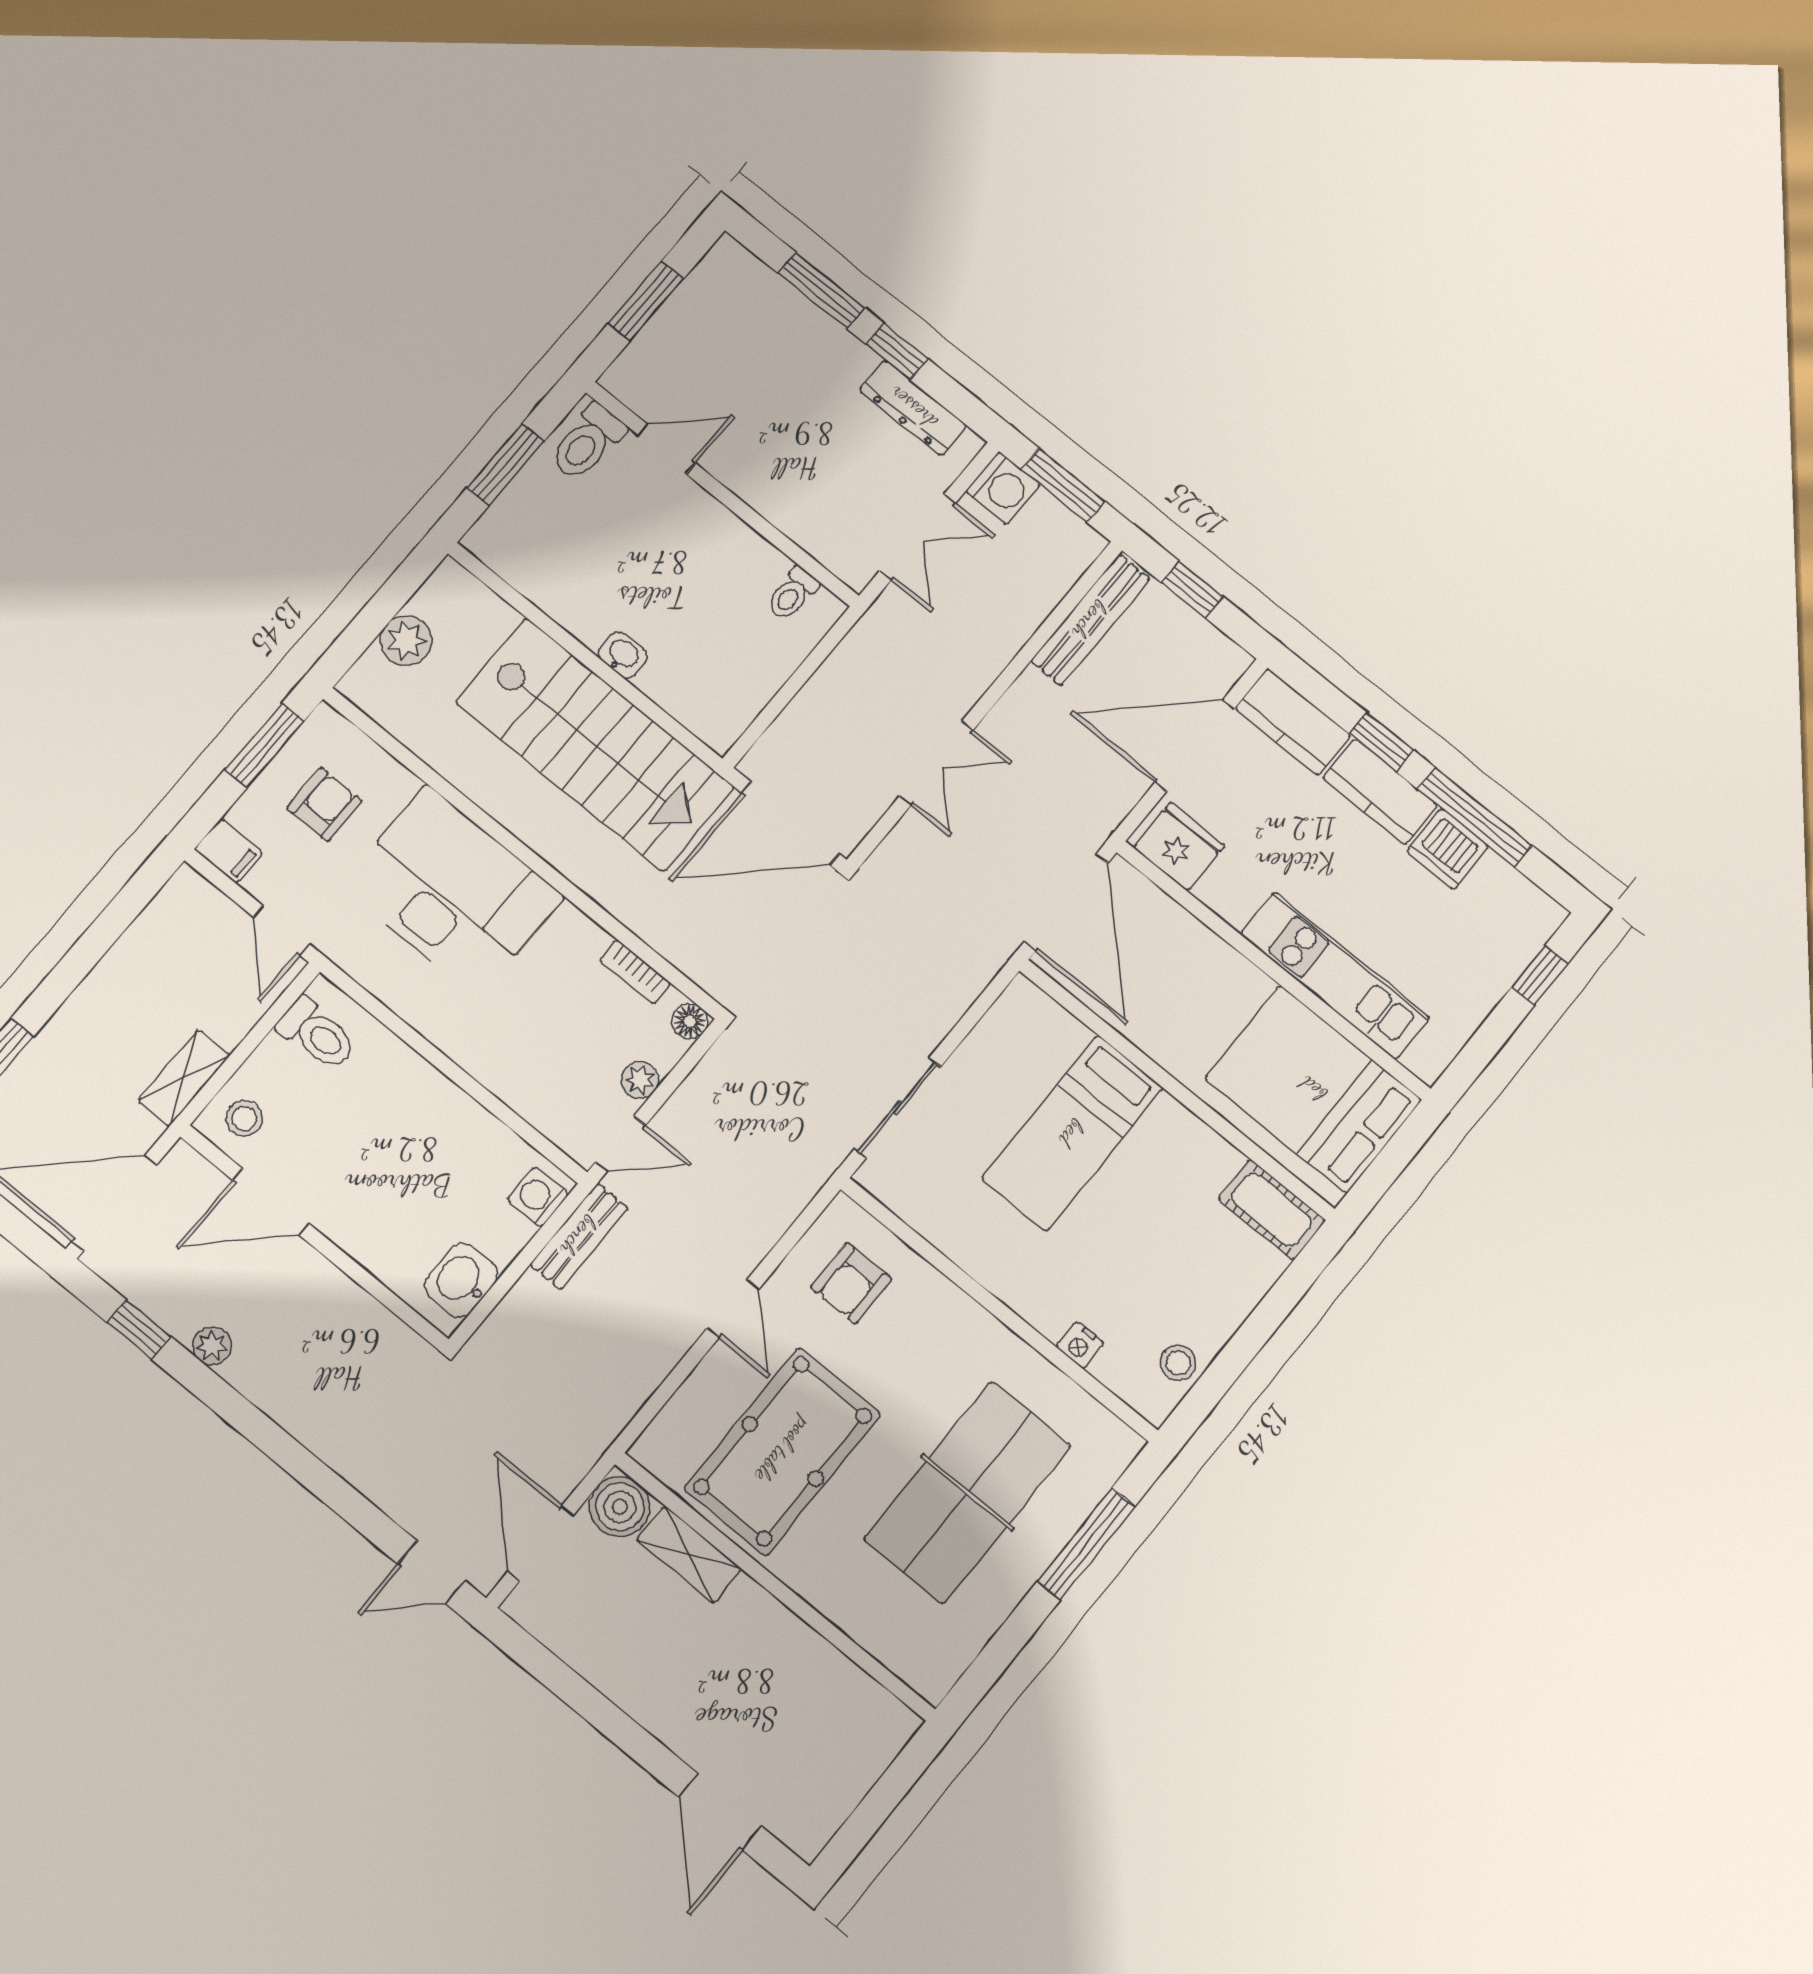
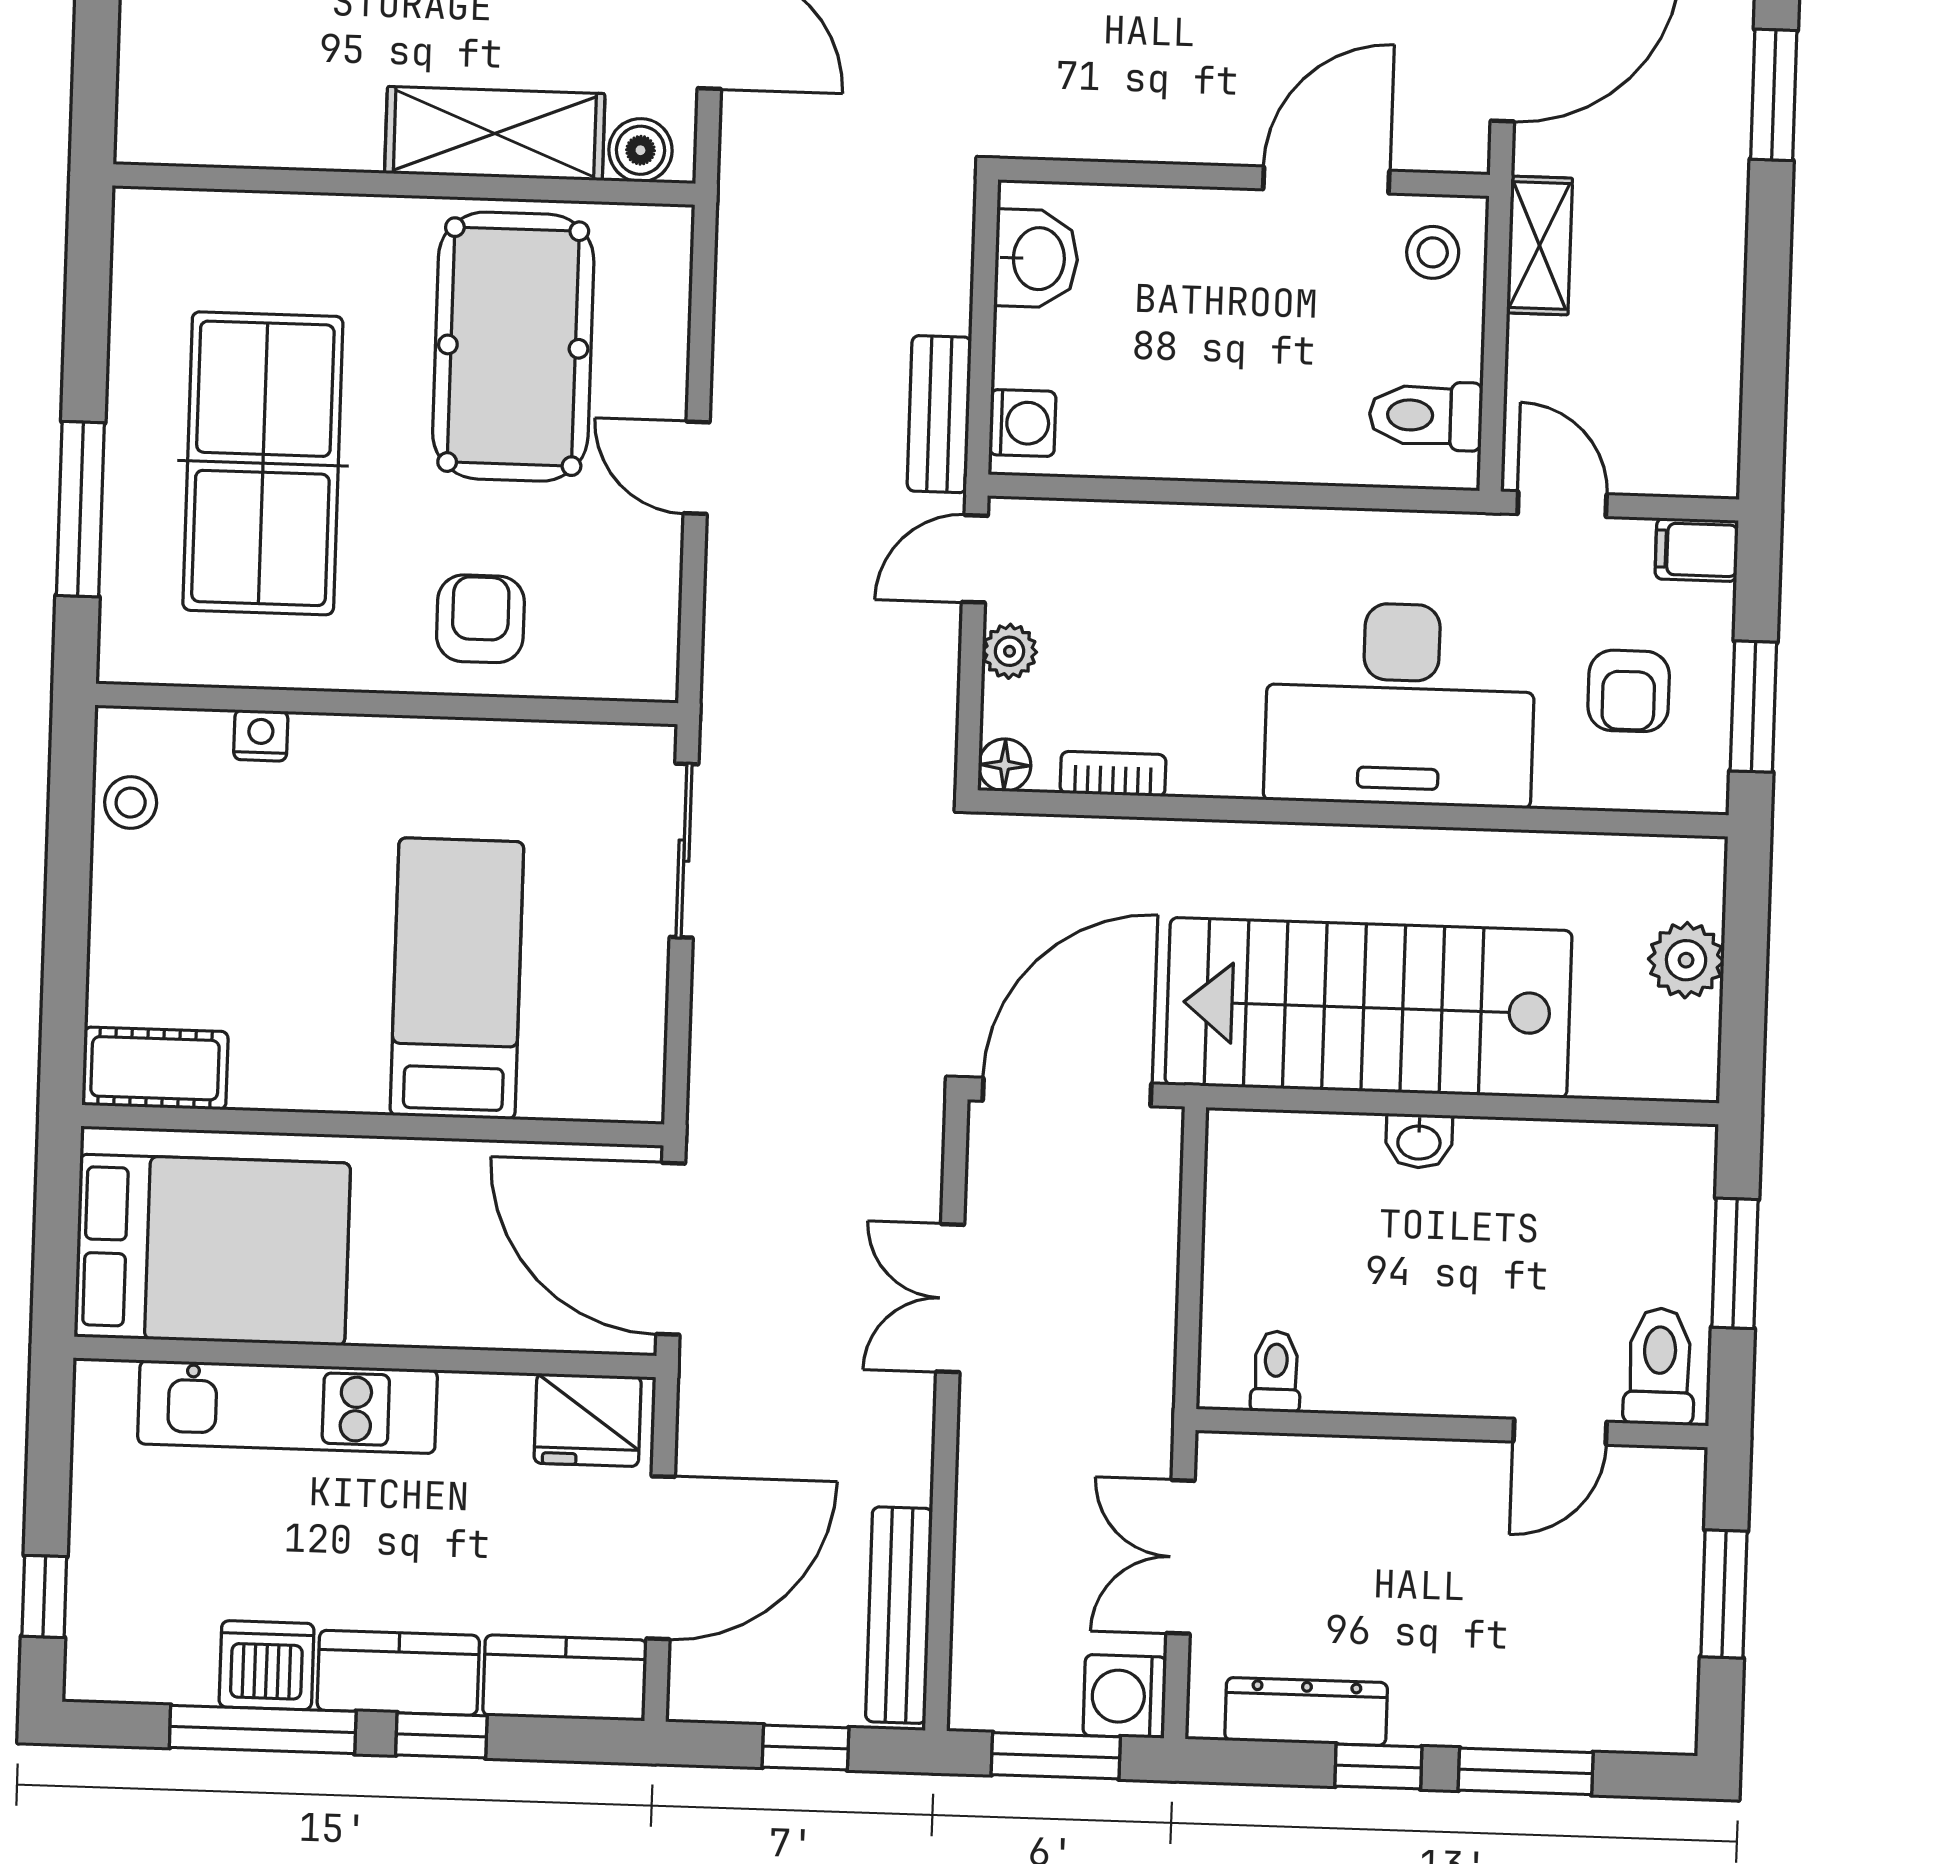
armchair: (851, 1283) -> (480, 619), moved
boiler: (620, 1507) -> (640, 150), width x0.73, depth x0.73
shelving: (689, 1555) -> (495, 133), width x1.50, depth x1.33

